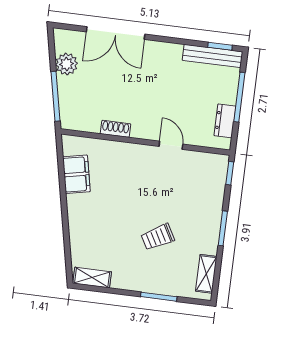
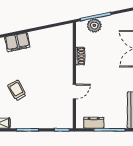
plant: (67, 64) -> (94, 25), moved
filing cabinet: (76, 174) -> (17, 42), moved

